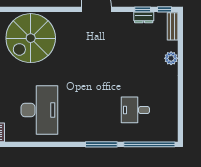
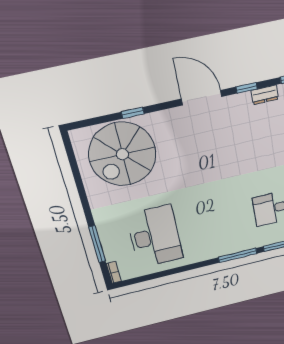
window: (45, 9) -> (133, 113), added
window: (143, 9) -> (247, 88), moved

